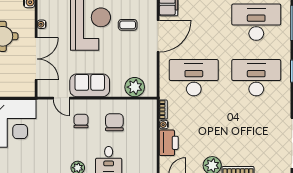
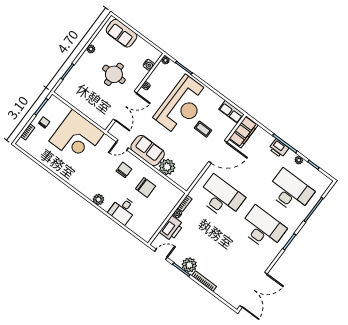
plant: (135, 87) -> (167, 167), moved
door: (61, 98) -> (122, 145), hinge flipped
chair: (114, 122) -> (146, 187), turned 90

